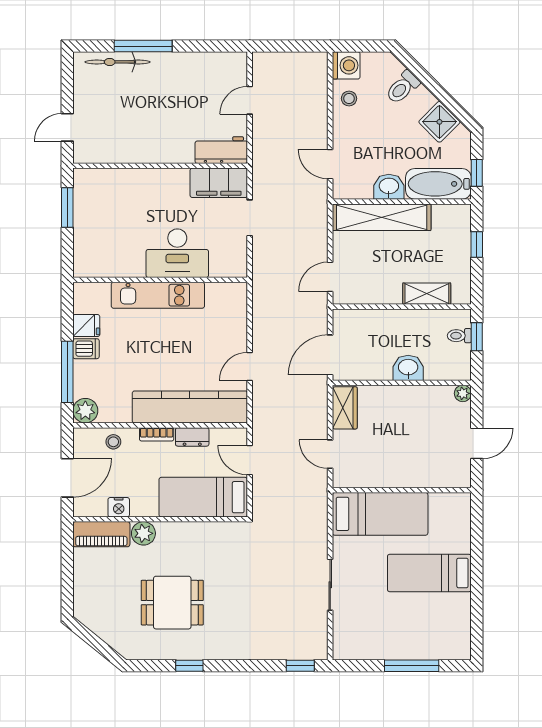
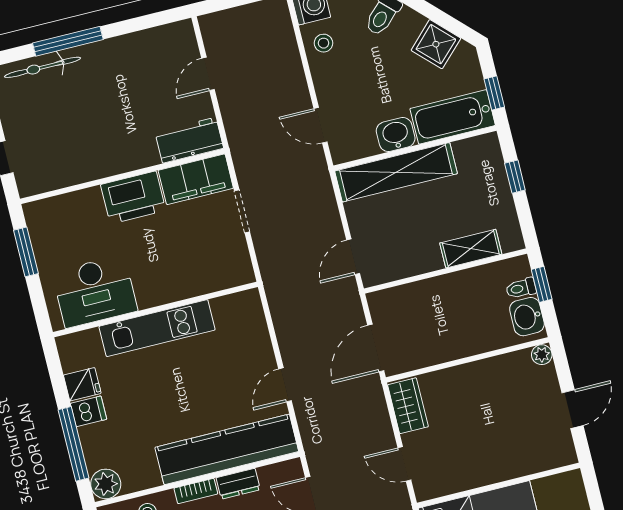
printer: (165, 185) -> (133, 198), added
desk: (177, 253) -> (95, 291), moved
washbasin: (408, 368) -> (527, 317), moved, turned -90

